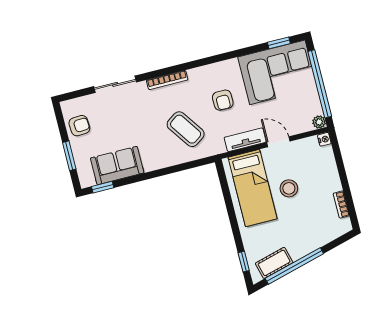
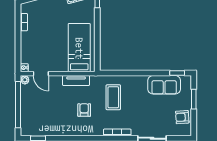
corner sofa: (277, 72) -> (44, 119), removed
coffee table: (186, 129) -> (113, 97), turned 35
door: (278, 142) -> (41, 74), moved
stool: (289, 188) -> (56, 41), removed

